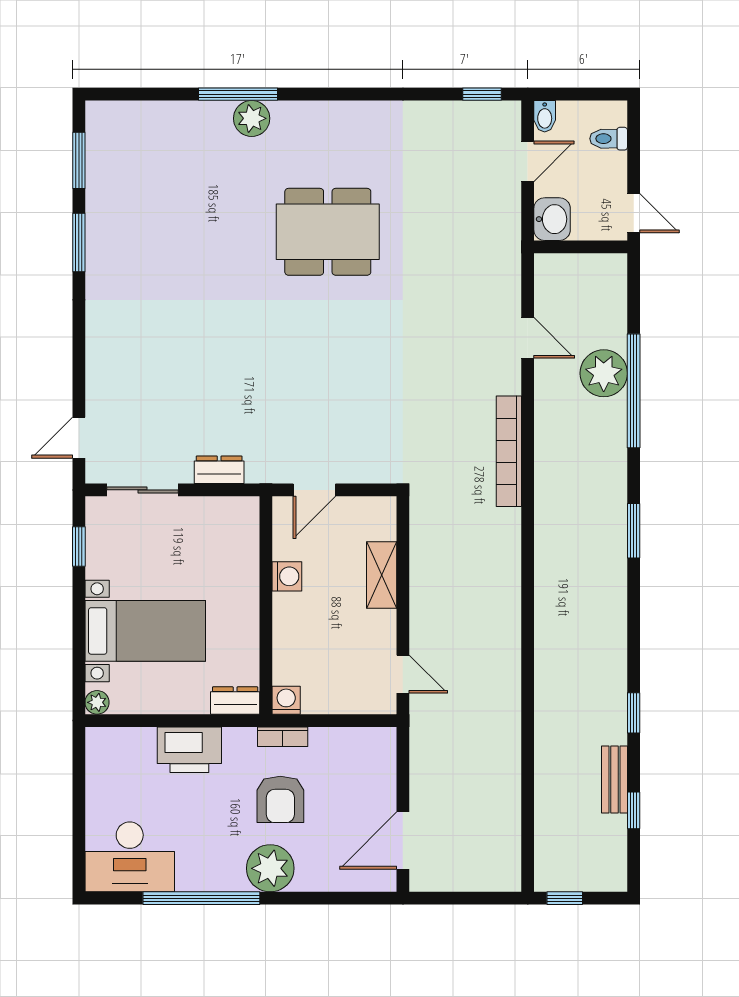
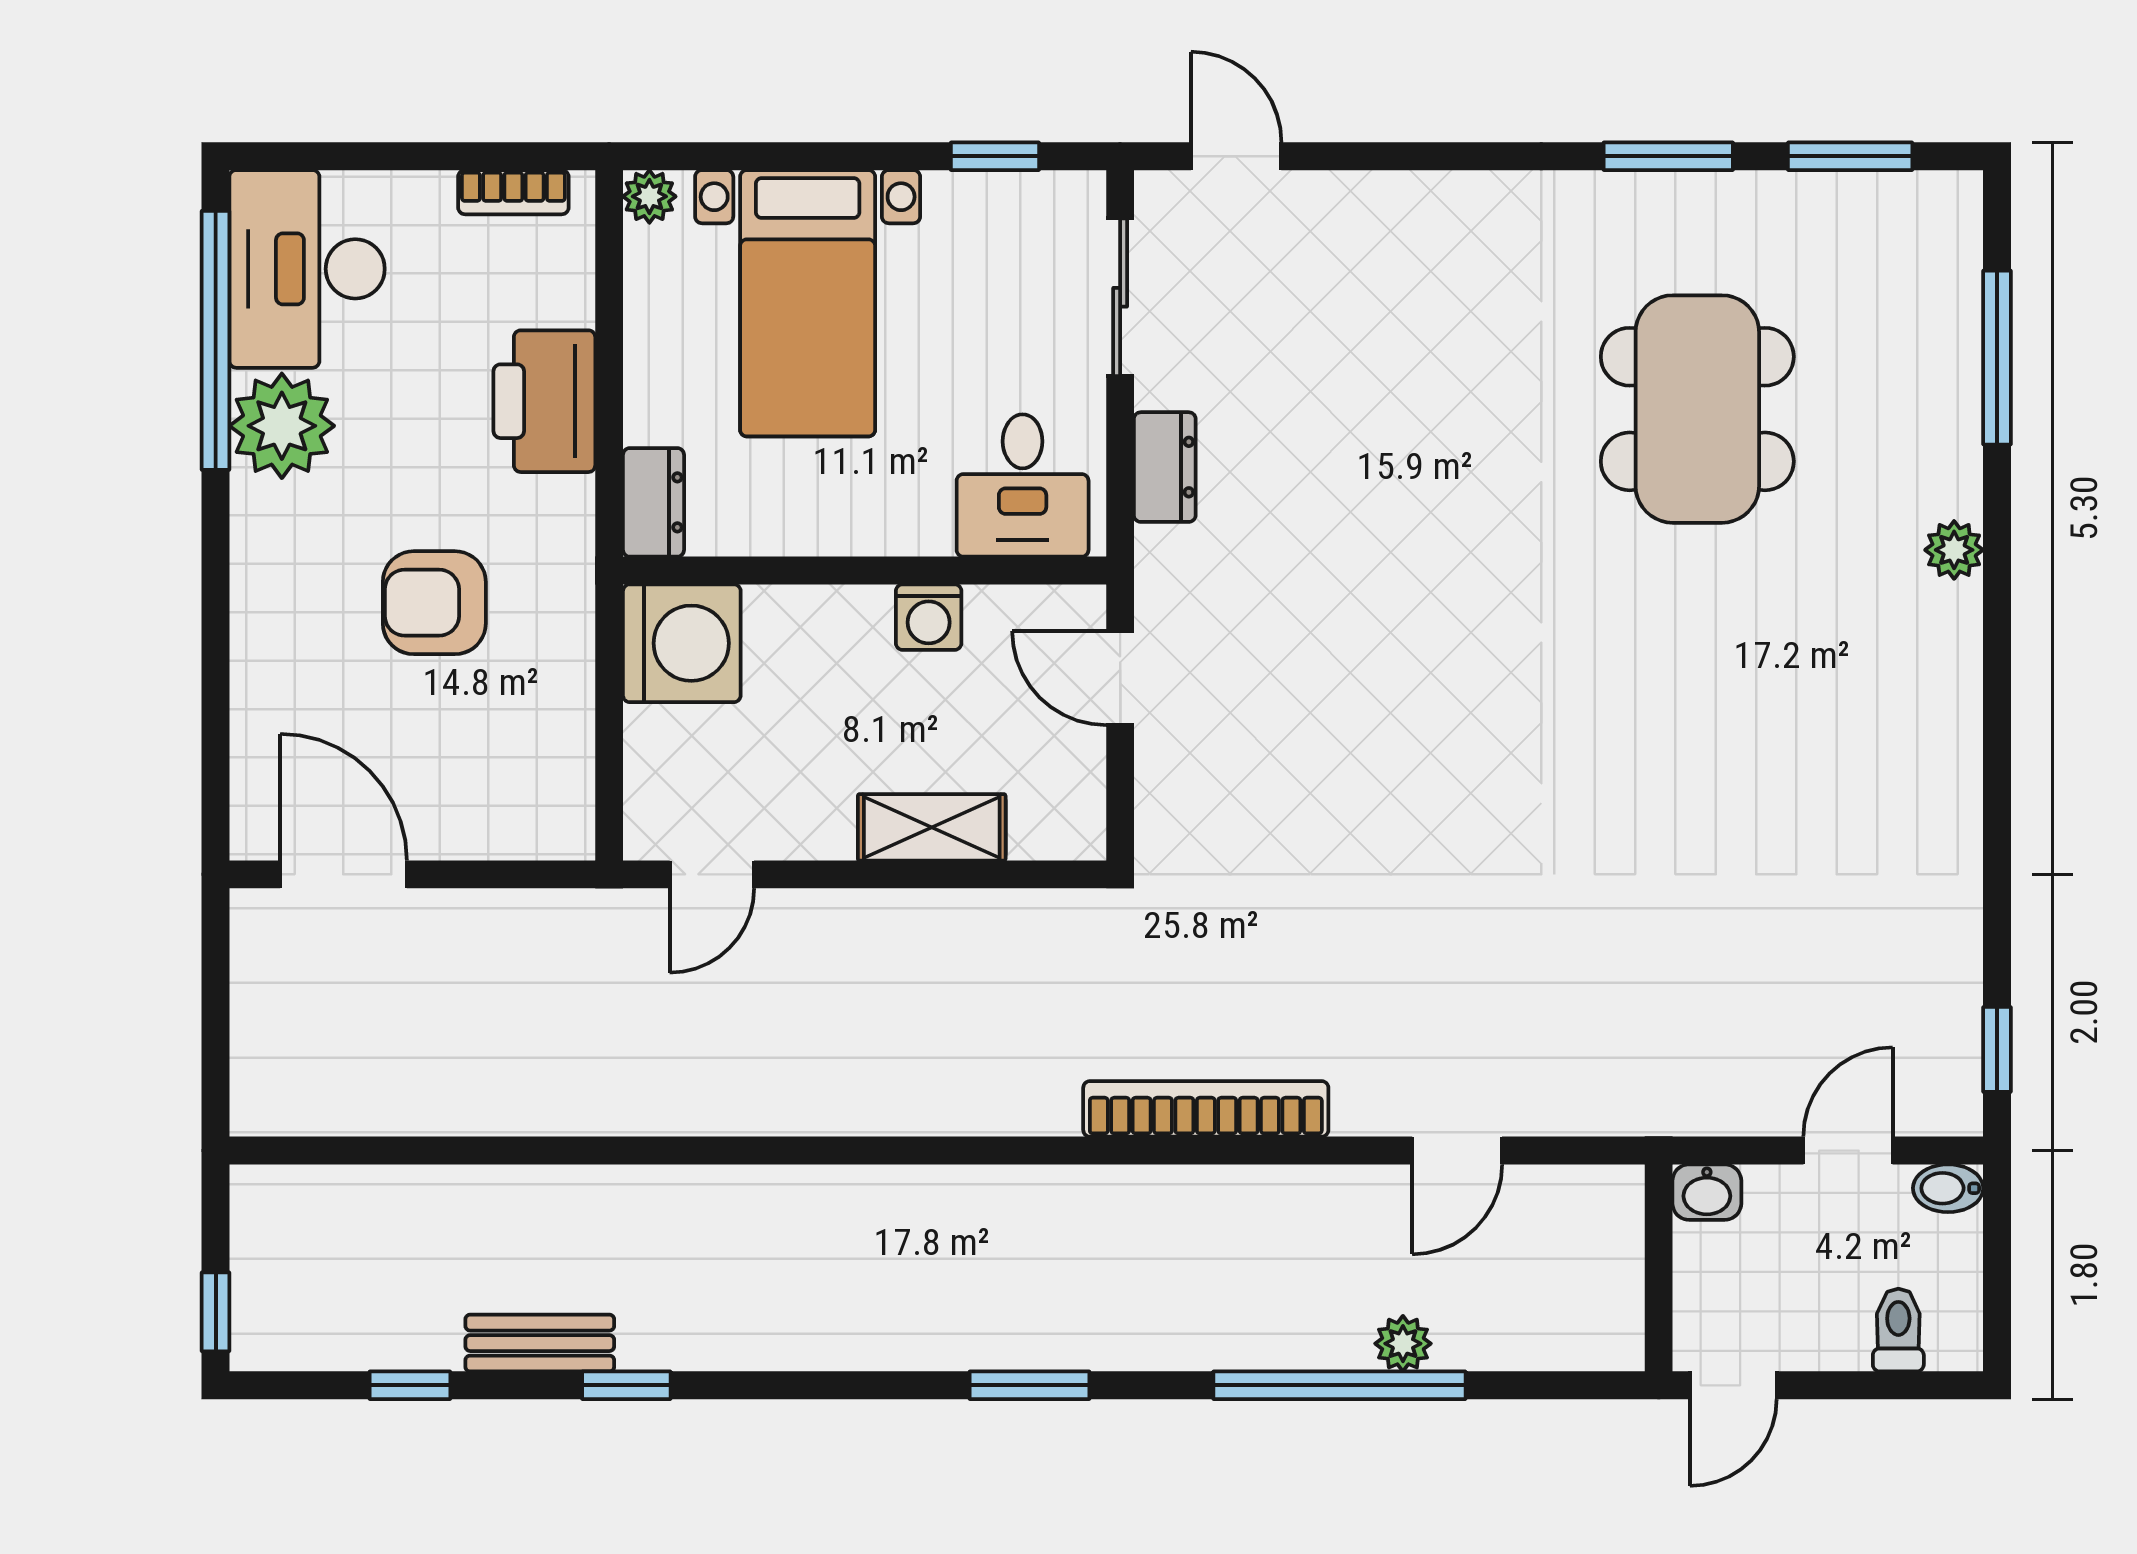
window: (238, 94) -> (1997, 358), moved
plant: (252, 118) -> (1954, 550), width x0.73, depth x0.73
door: (528, 161) -> (1848, 1151), swing flipped
washbasin: (552, 219) -> (1707, 1192), width x0.72, depth x0.69
dining table: (328, 232) -> (1697, 409), moved
plant: (604, 373) -> (1403, 1344), width x0.53, depth x0.53
desk: (227, 534) -> (1023, 485), added
washing machine: (286, 700) -> (682, 643), width x1.89, depth x1.89
bookcase: (283, 737) -> (513, 192), moved, turned -90
bench: (615, 780) -> (540, 1343), moved
plant: (270, 868) -> (282, 426), moved
window: (201, 898) -> (216, 340), moved
window: (565, 898) -> (216, 1312), moved

